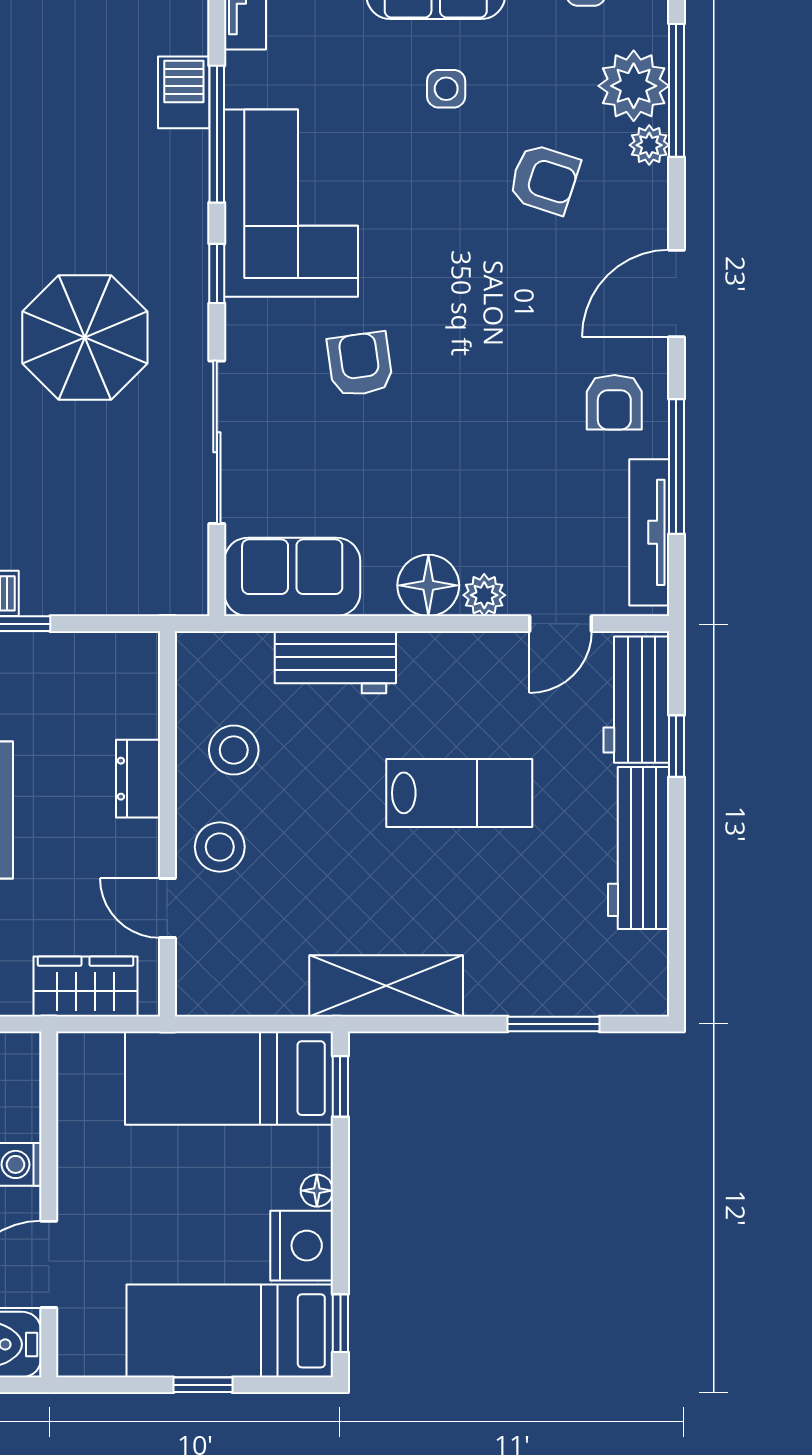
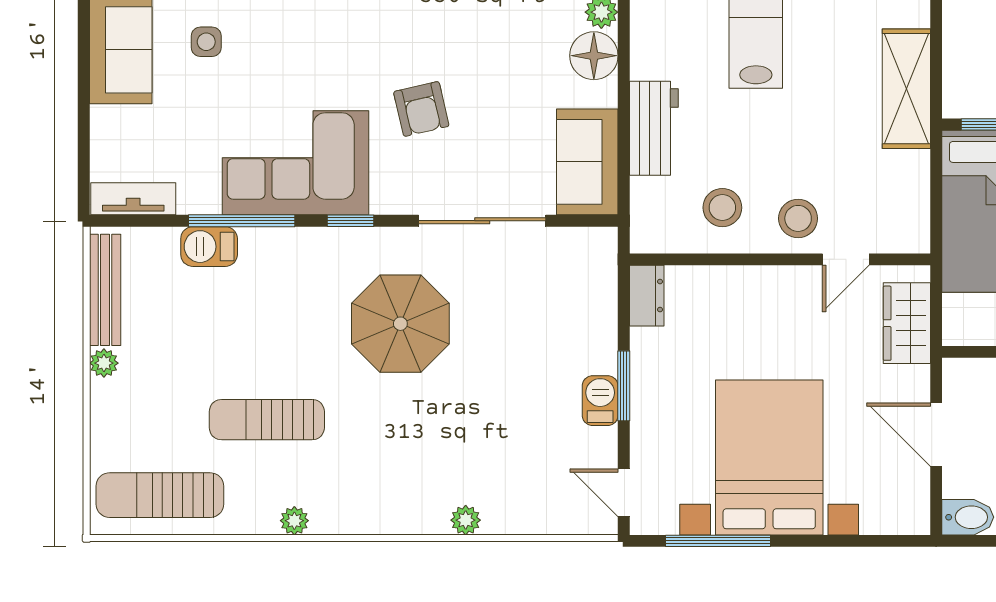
armchair: (360, 364) -> (421, 109), turned -95
dresser: (138, 779) -> (647, 296), moved, turned -90

